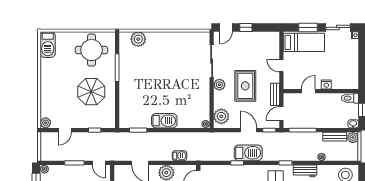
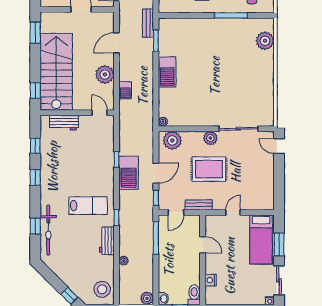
window: (246, 27) -> (279, 170), removed
nightstand: (326, 84) -> (211, 280), moved
door: (281, 113) -> (176, 212), swing flipped
bench: (335, 137) -> (148, 23), moved

